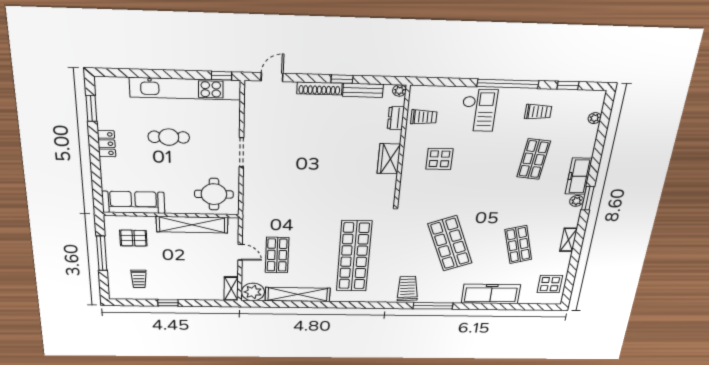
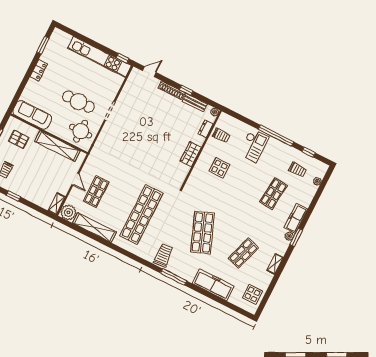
trolley: (538, 112) -> (298, 170), moved
cafe table: (169, 137) -> (78, 102), moved, width x1.37, depth x1.35
shop shelf: (518, 245) -> (243, 253), turned 33

